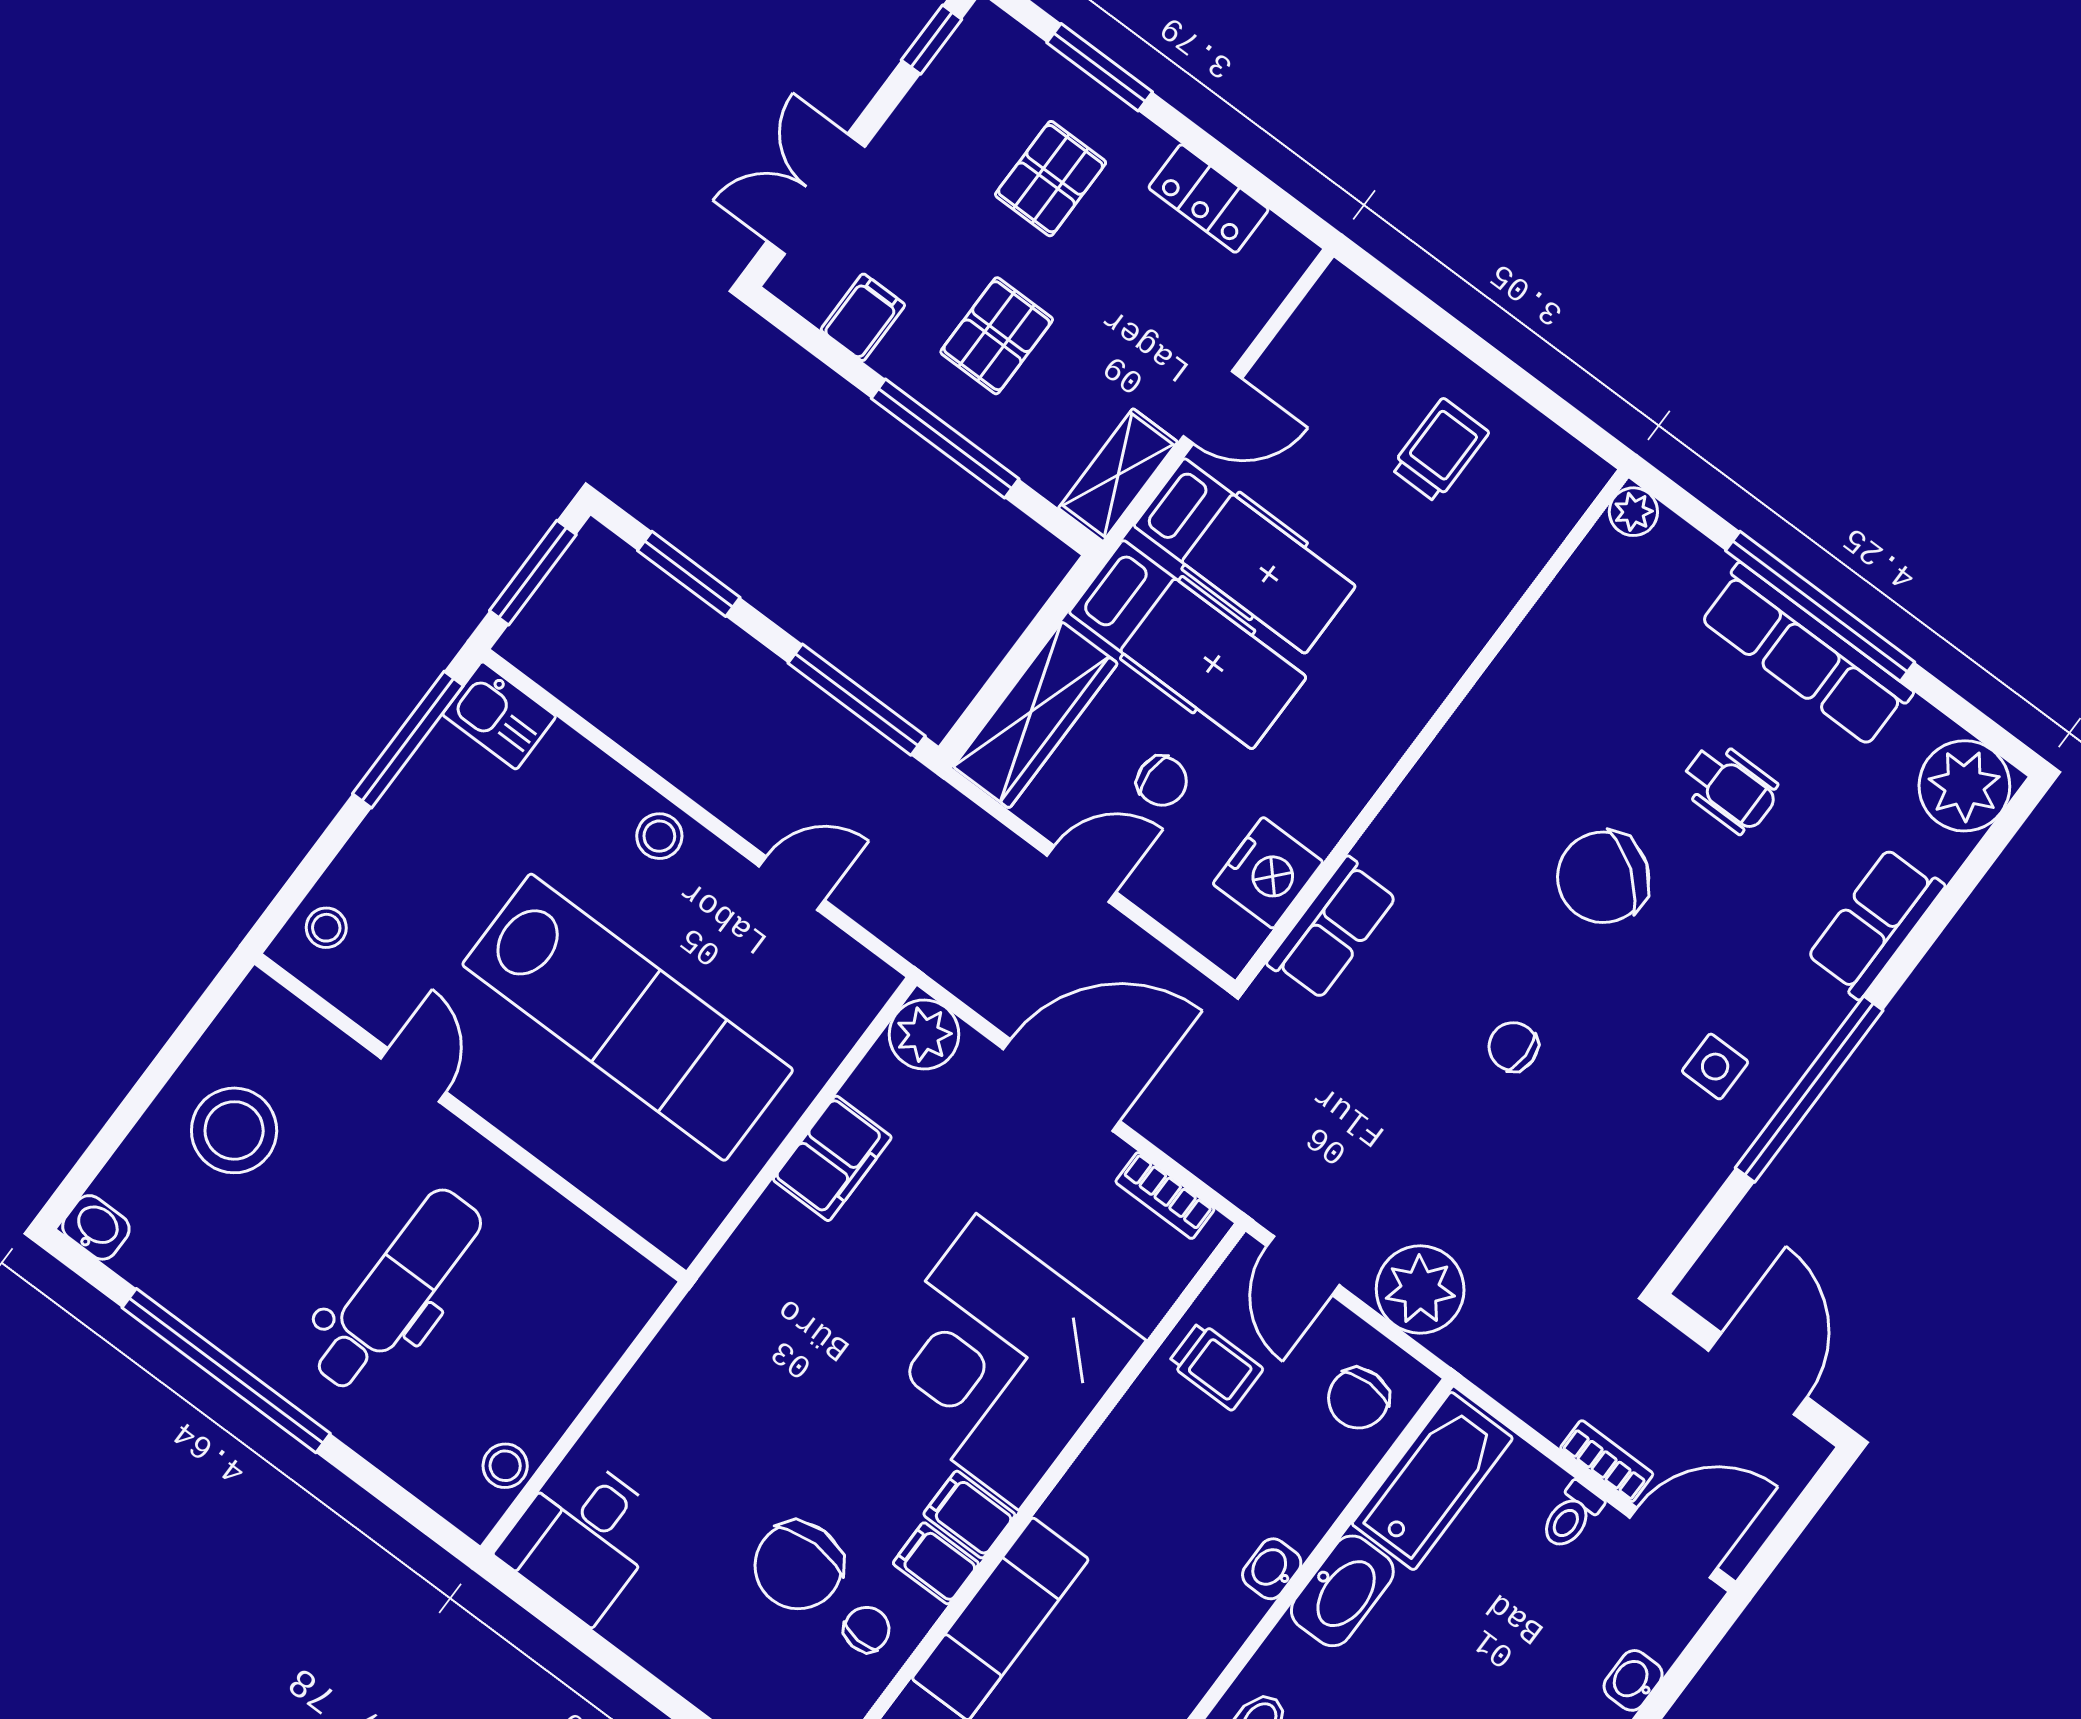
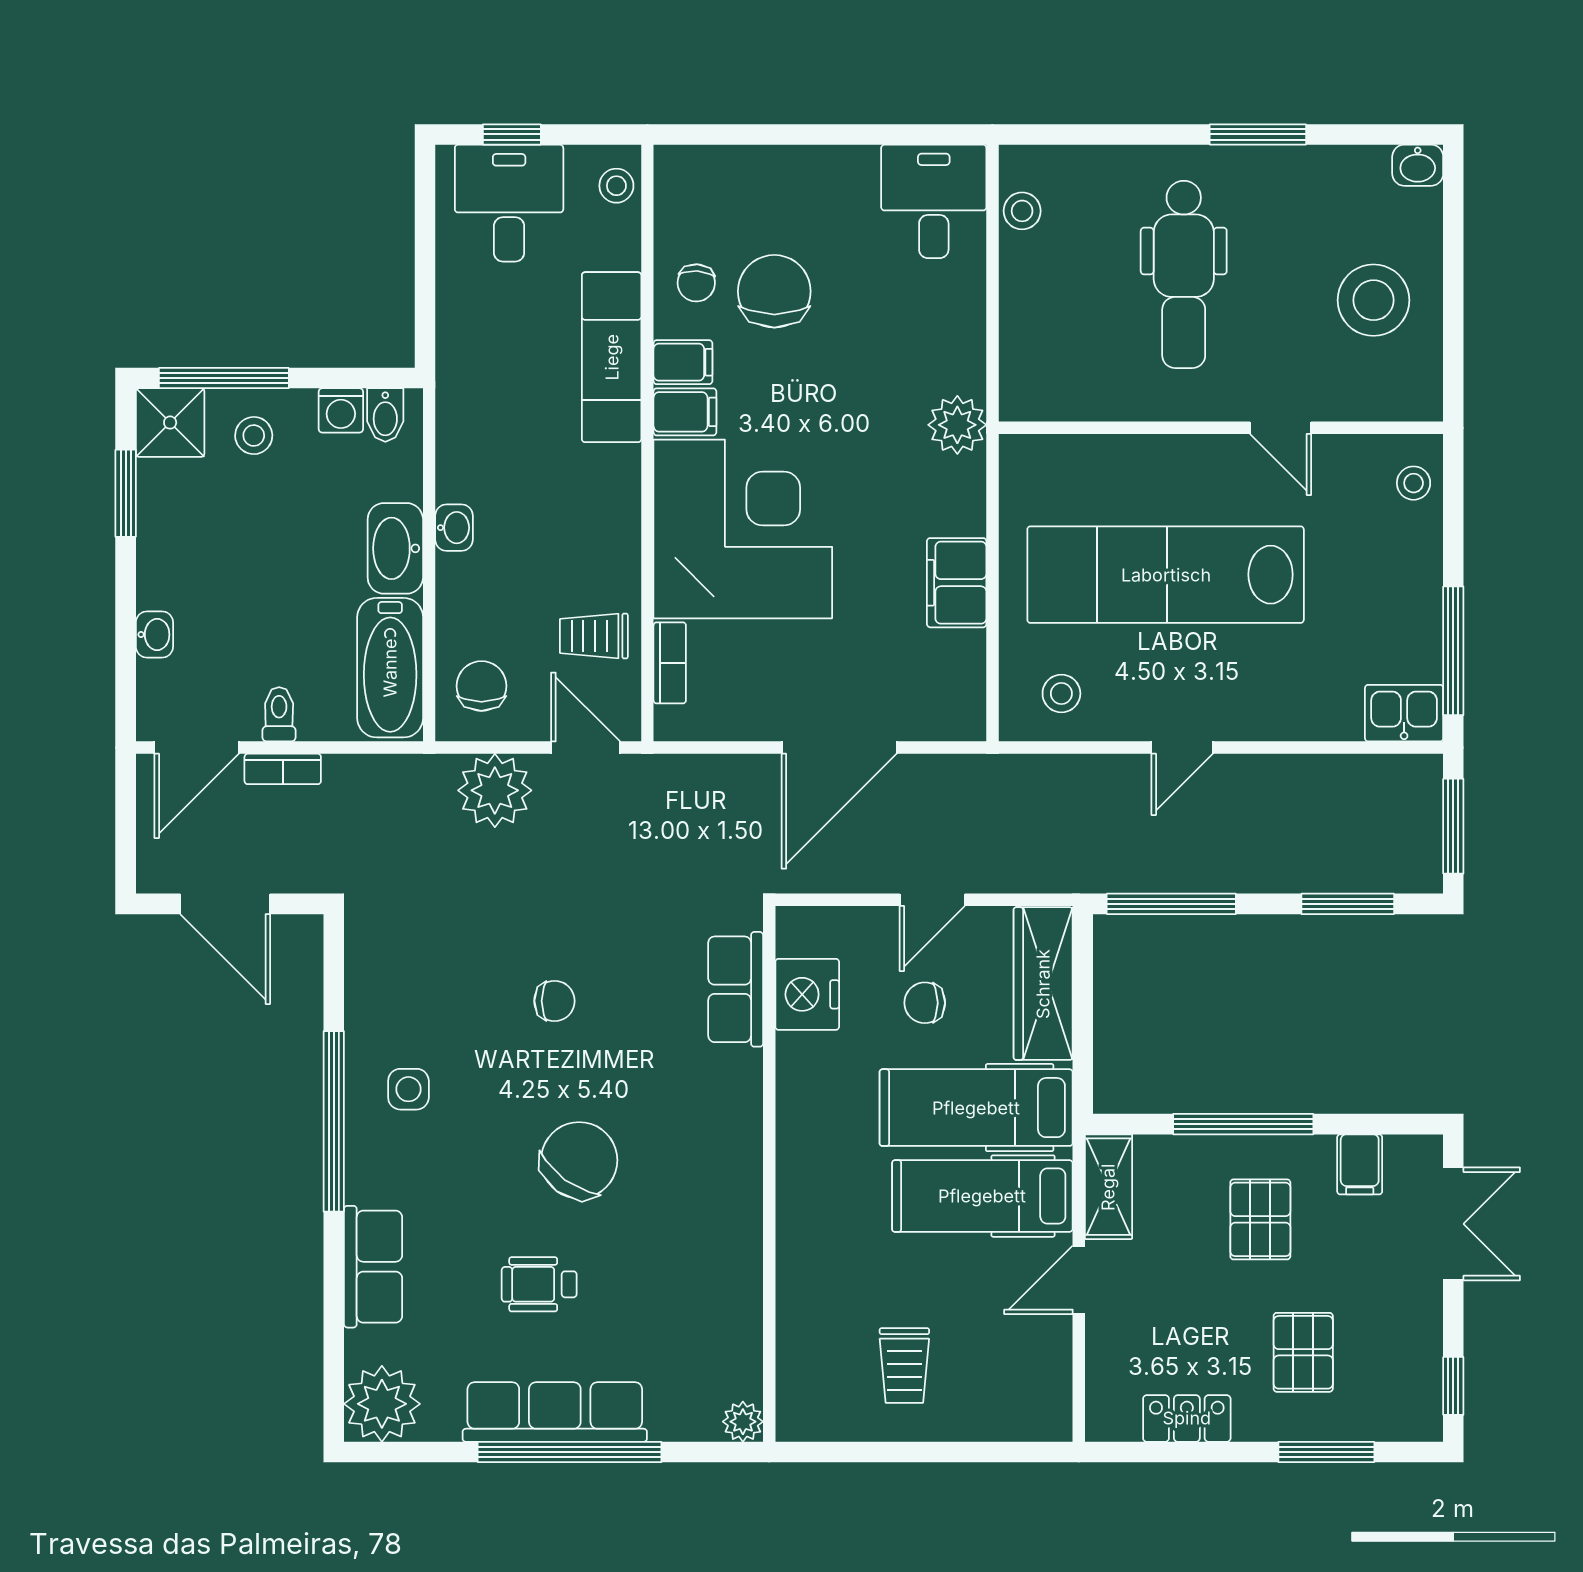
stool: (659, 836) -> (1061, 693), moved
door: (792, 883) -> (1182, 748), moved
plant: (924, 1034) -> (957, 425), moved
bookcase: (1165, 1196) -> (670, 663), moved, turned 90
window: (226, 1371) -> (1258, 134), width x0.47

